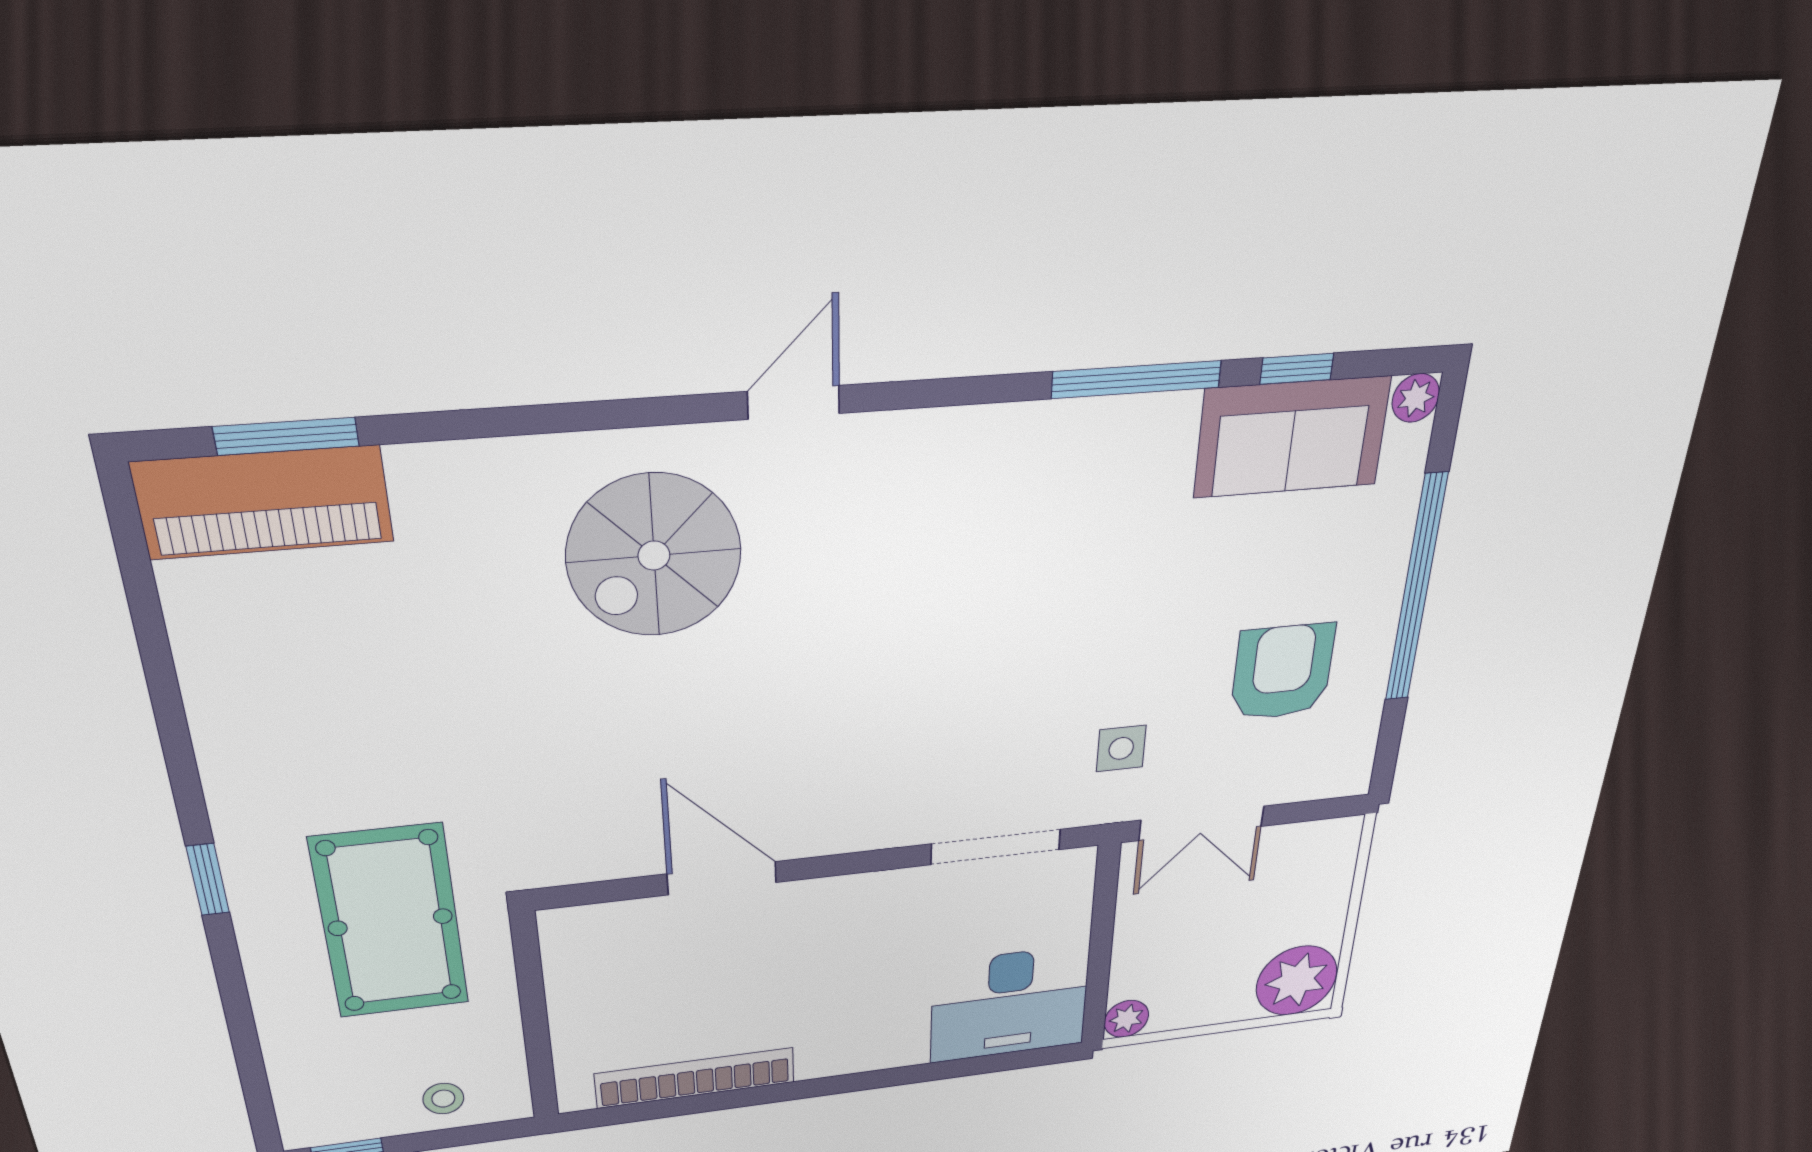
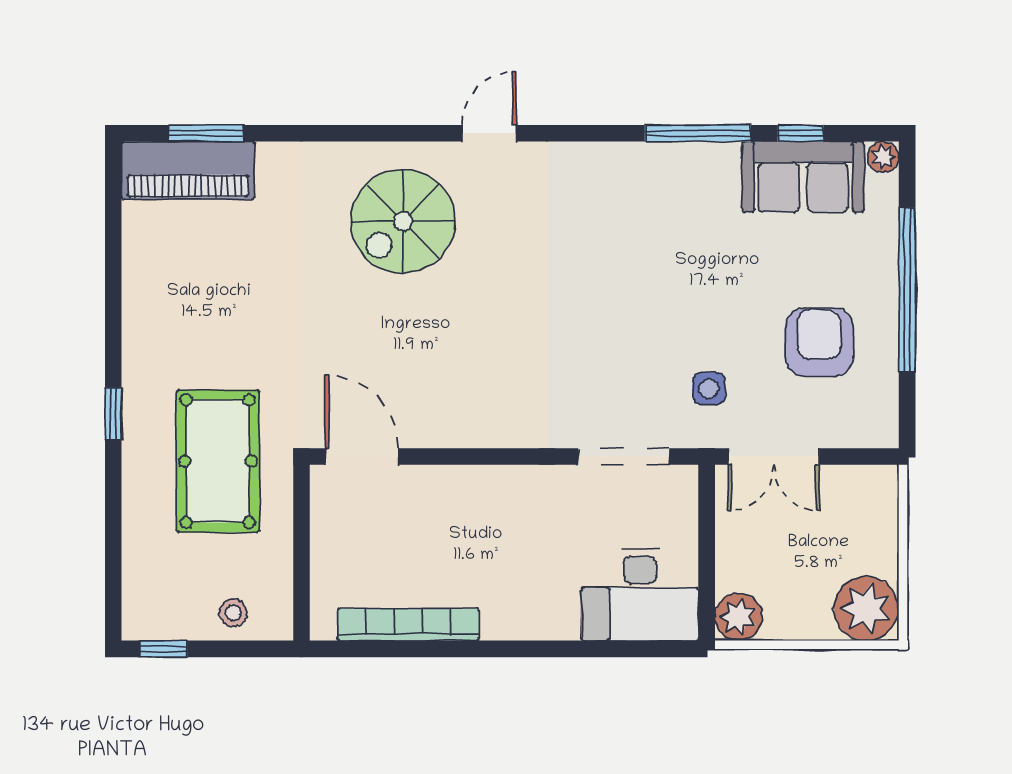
door: (722, 878) -> (362, 456), moved
plant: (1126, 1019) -> (738, 617), width x1.38, depth x1.38

